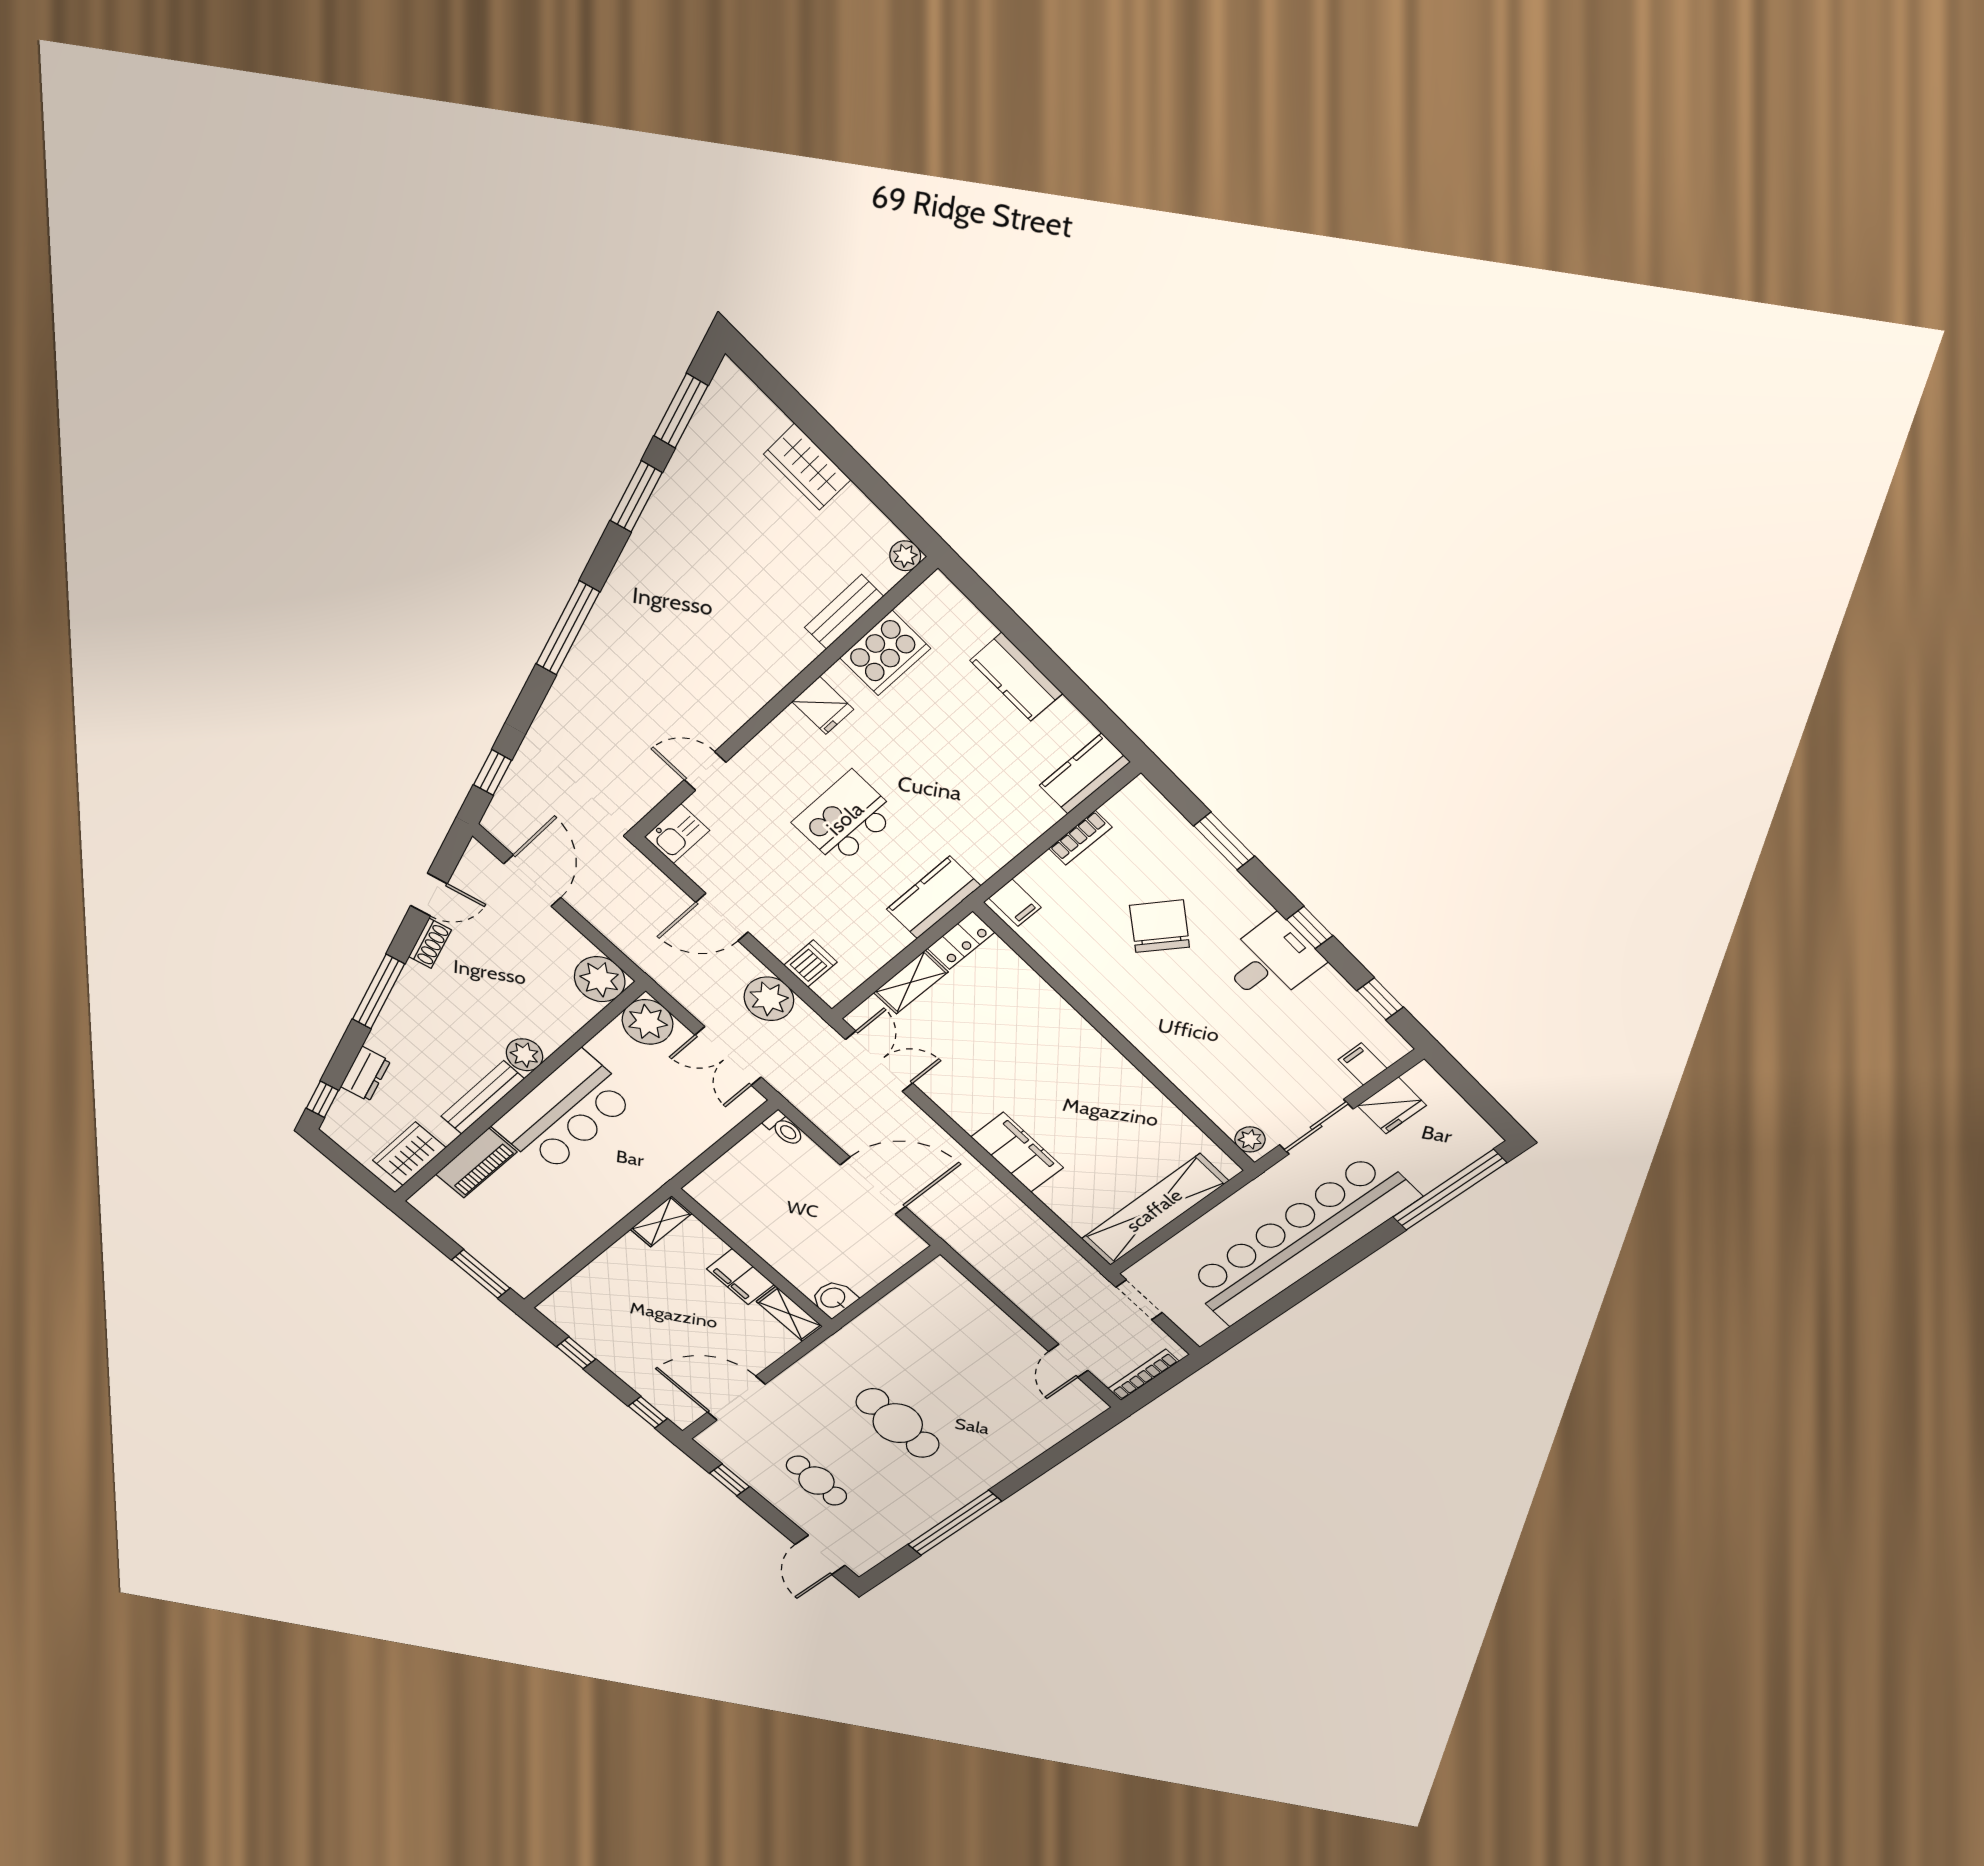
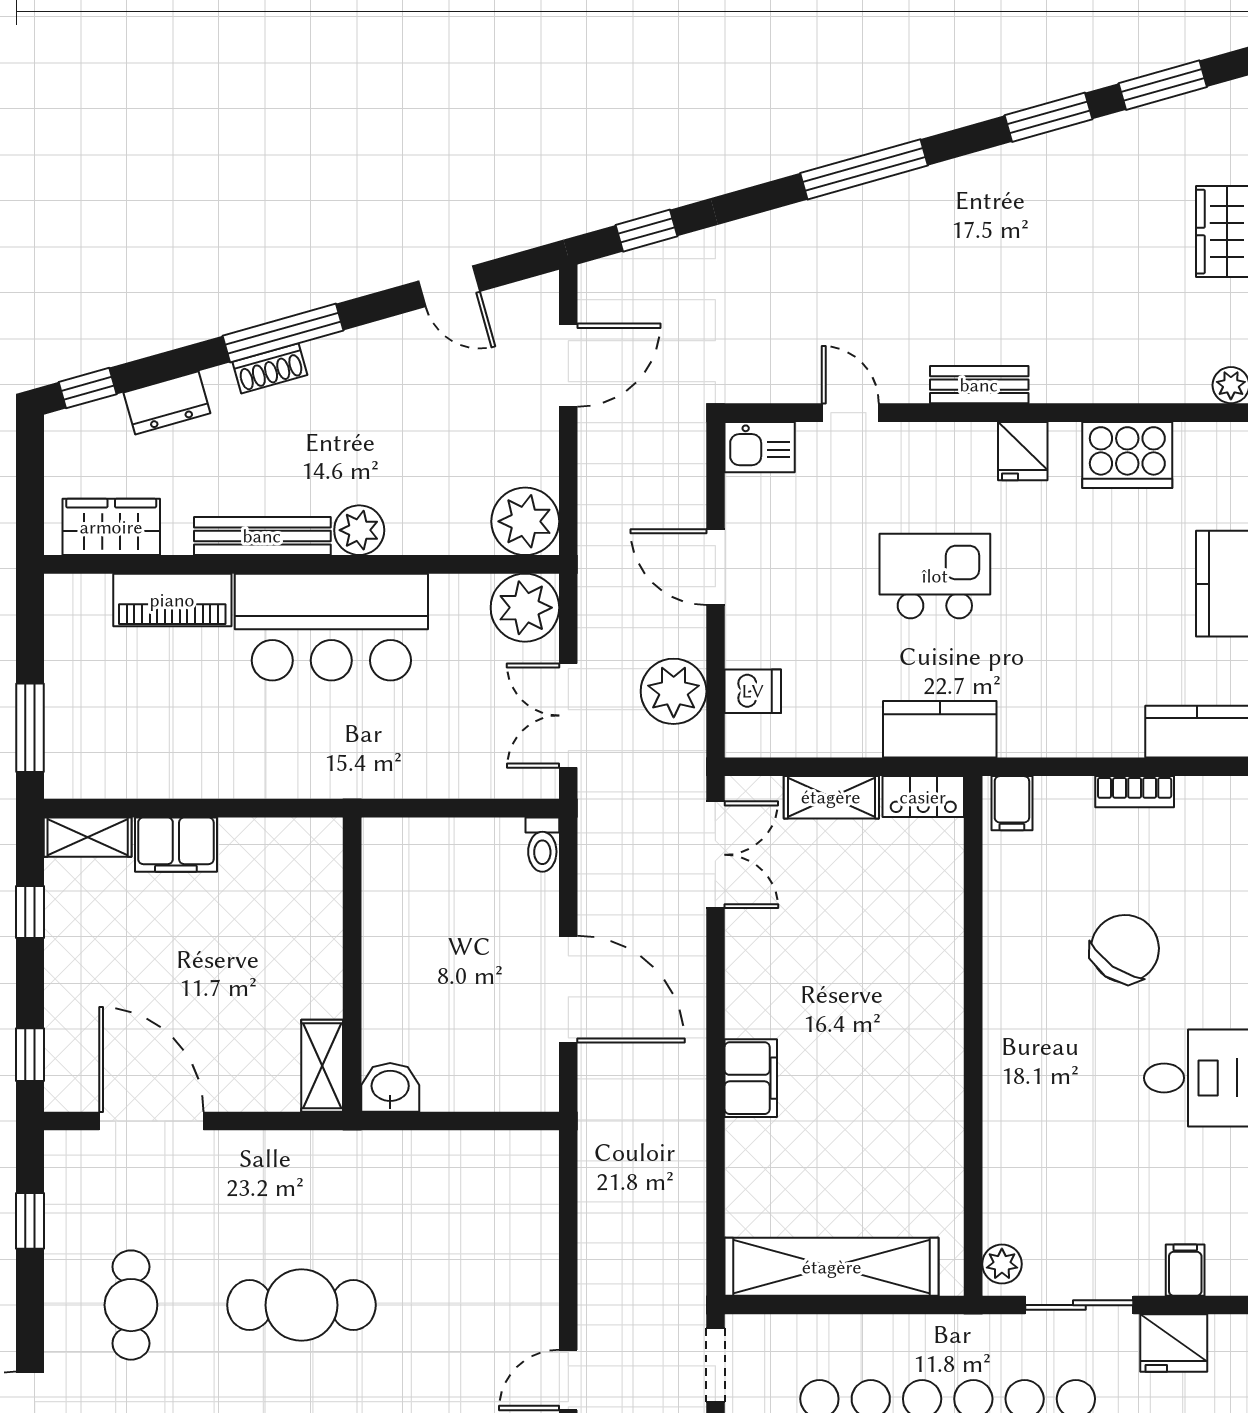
bench: (844, 612) -> (979, 385), moved
shoe rack: (430, 943) -> (270, 368), moved
filing cabinet: (1017, 1152) -> (751, 1078), width x0.67, depth x0.86
shelving: (661, 1221) -> (88, 837), moved
filing cabinet: (740, 1277) -> (176, 845), moved, turned -90
cafe table: (898, 1423) -> (301, 1305), turned 90

